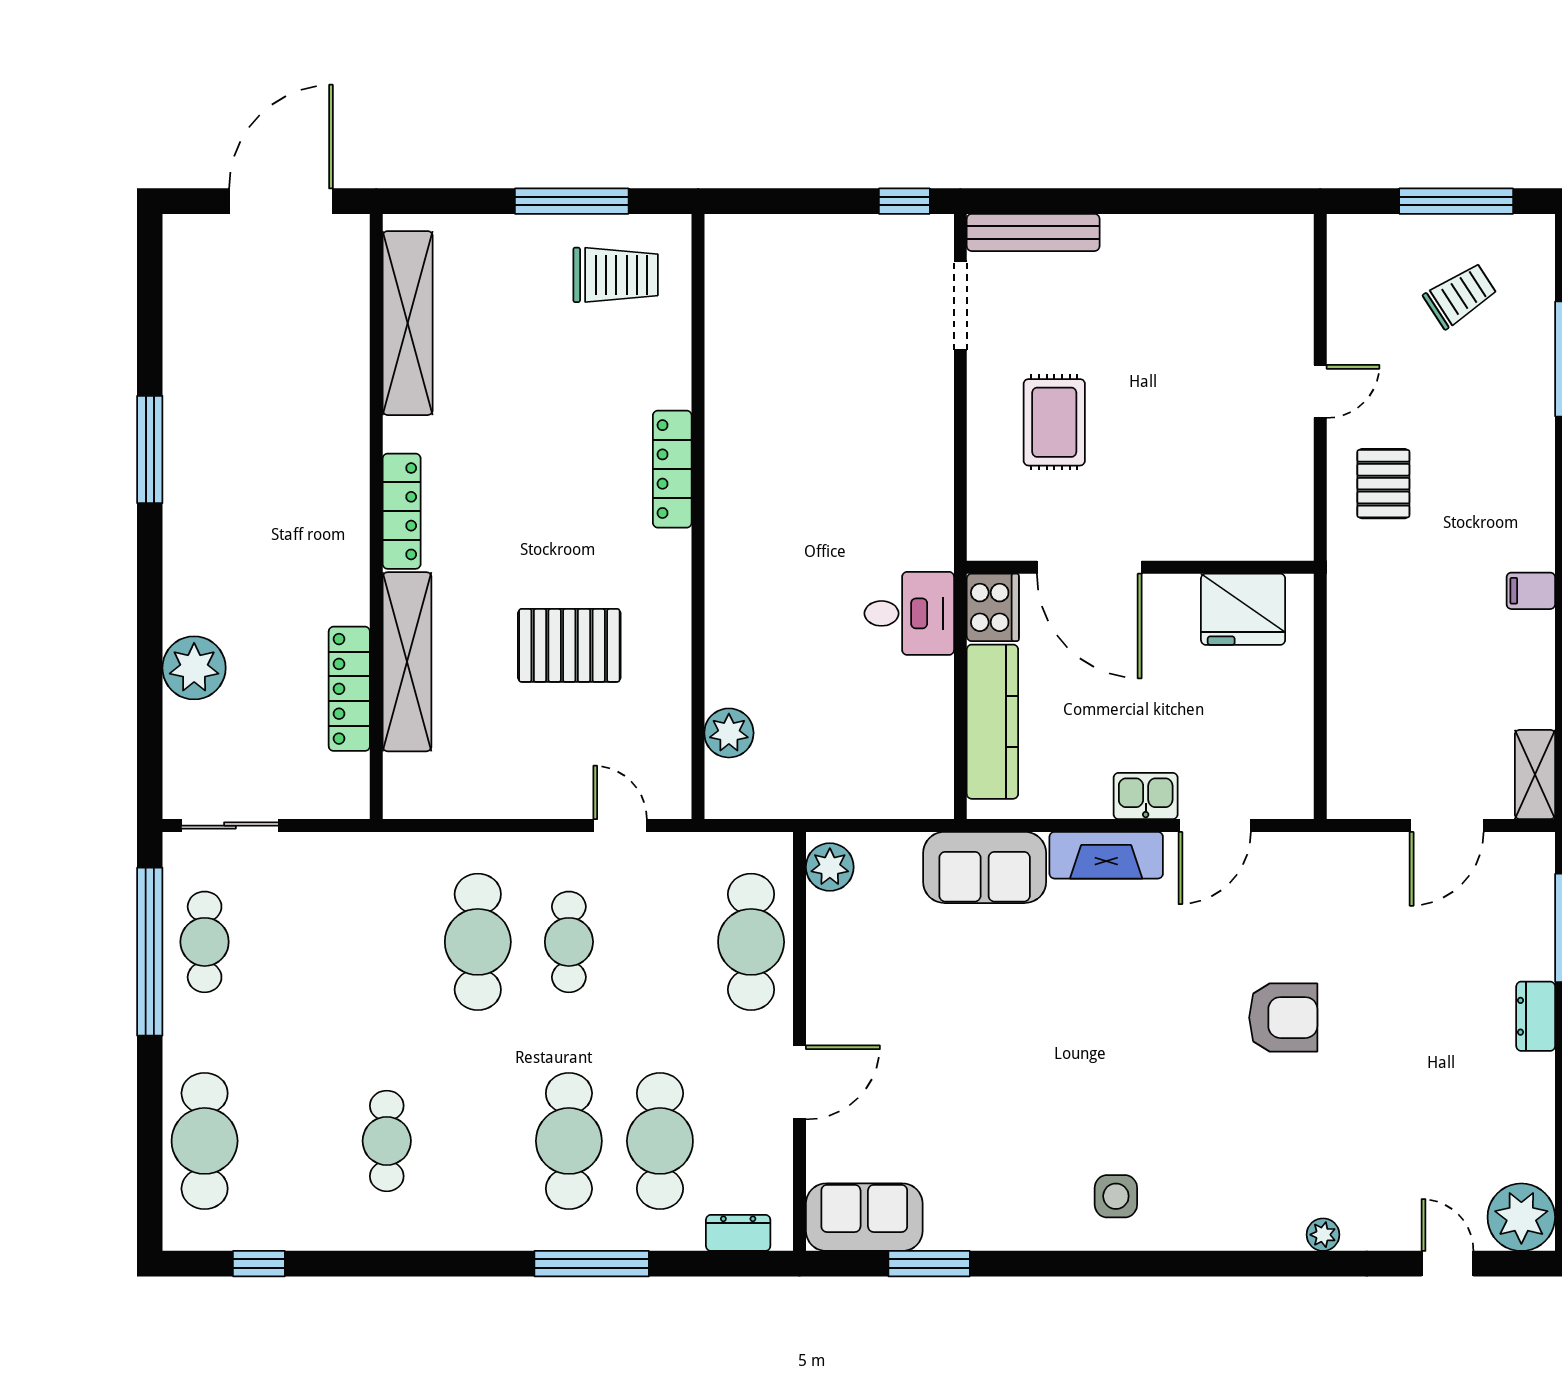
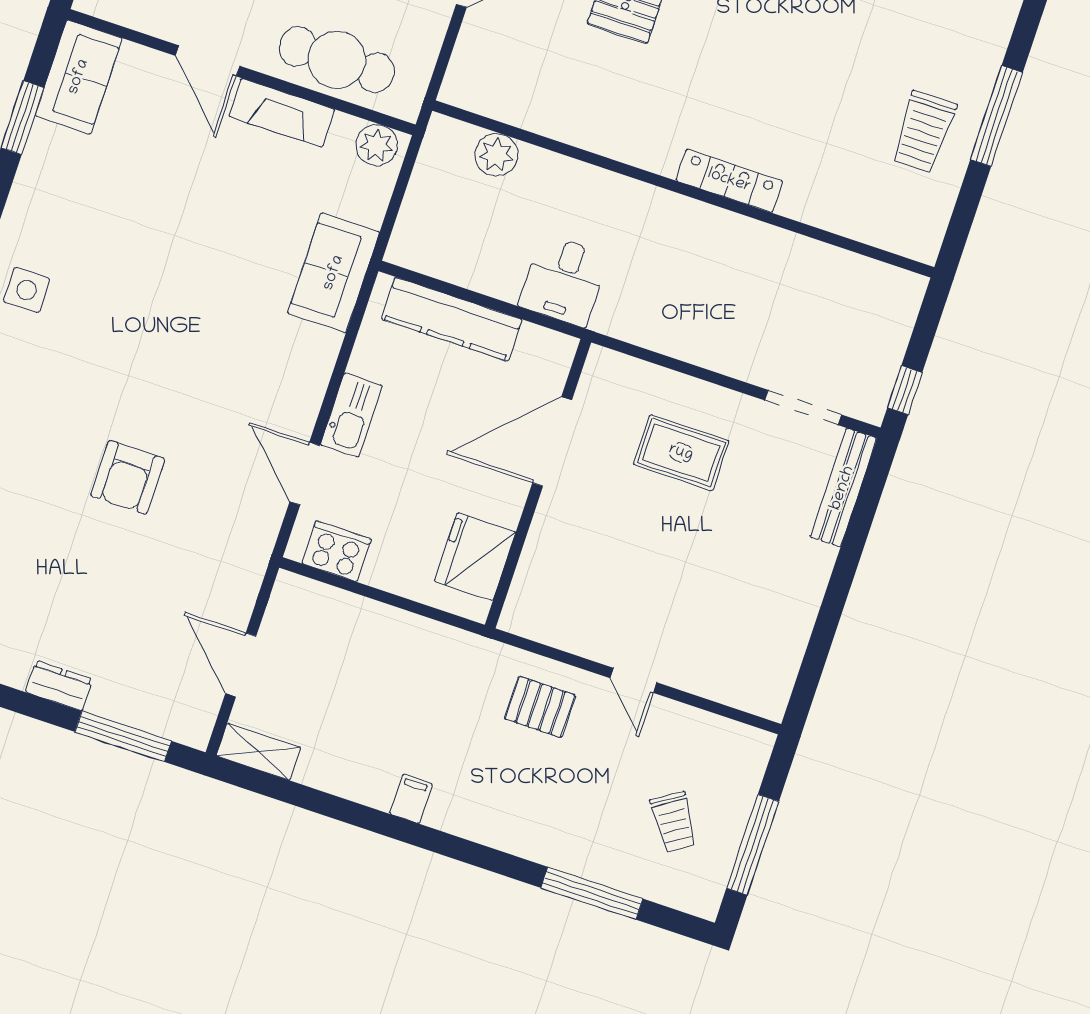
locker: (672, 469) -> (729, 181), moved
wall: (698, 517) -> (683, 189), moved
cooker: (993, 607) -> (337, 551), moved, turned 180
plant: (729, 733) -> (496, 155), moved
kitchen sink: (1146, 796) -> (351, 415), width x1.38
fireplace: (1106, 855) -> (282, 113), moved, turned -90

